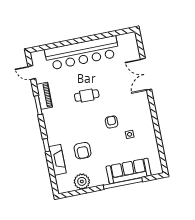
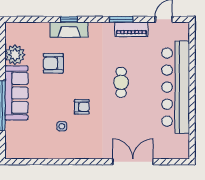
fireplace: (57, 160) -> (69, 30), moved
sofa: (129, 171) -> (16, 93), moved

